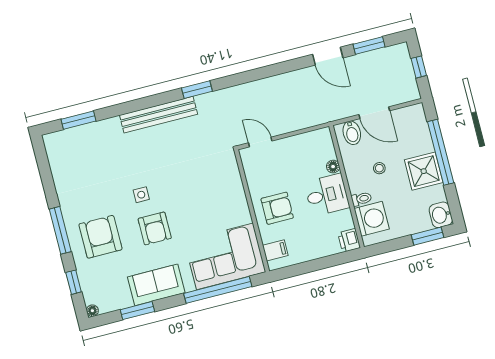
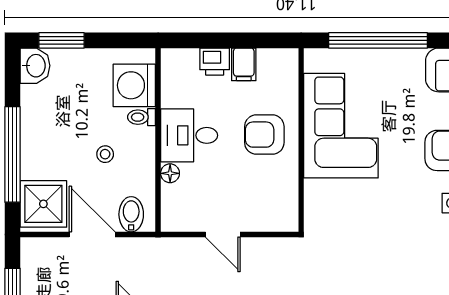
door: (260, 142) -> (223, 235), moved
shower: (424, 171) -> (43, 204), moved
printer: (349, 240) -> (215, 62), moved, turned 90
filing cabinet: (275, 250) -> (244, 64), moved, turned -90
corner sofa: (225, 256) -> (341, 126), moved, turned -90

